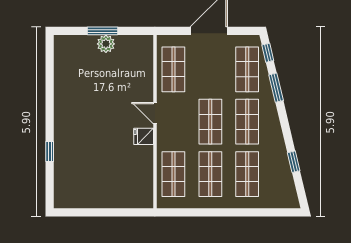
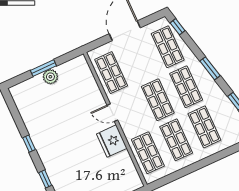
window: (276, 88) -> (210, 68), moved
window: (50, 105) -> (29, 144), added
fridge: (144, 136) -> (112, 141), width x1.88, depth x1.34

